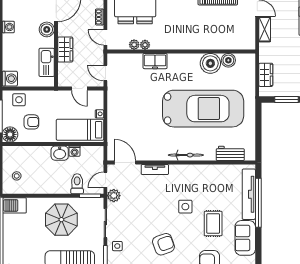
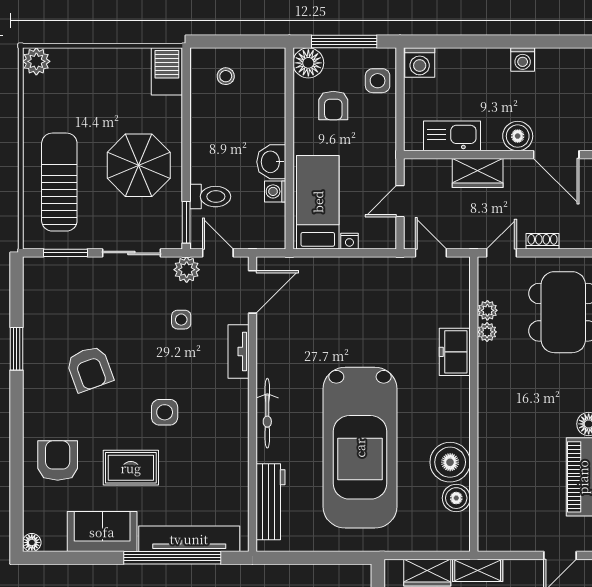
shelving: (265, 29) -> (478, 570), moved
door: (105, 73) -> (431, 253), hinge flipped
workbench: (230, 153) -> (271, 502), width x1.38
side table: (117, 246) -> (181, 320), moved

